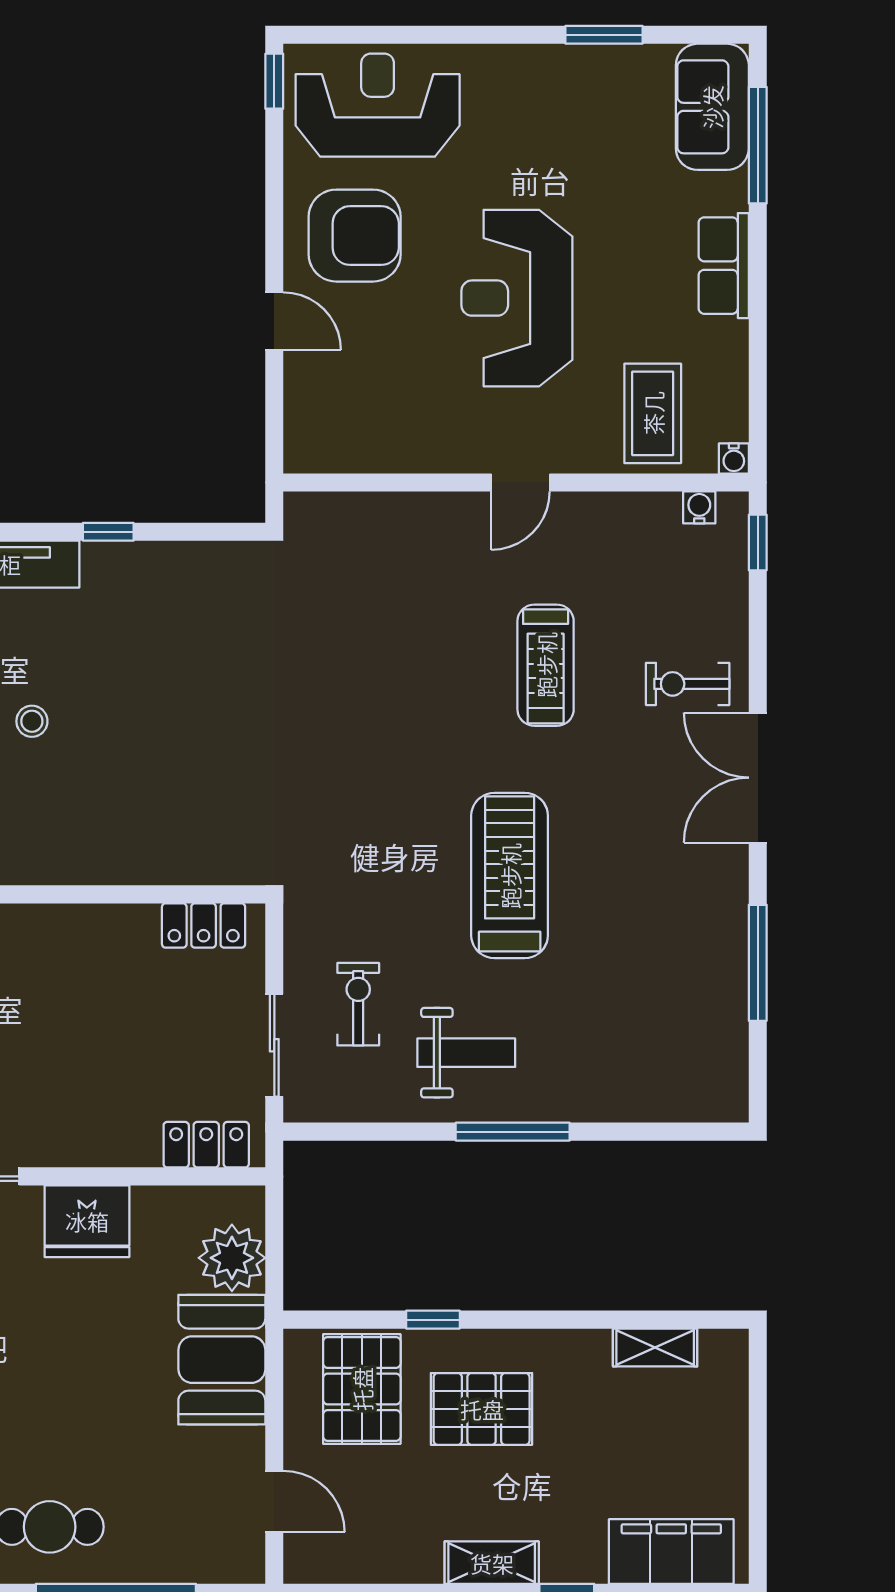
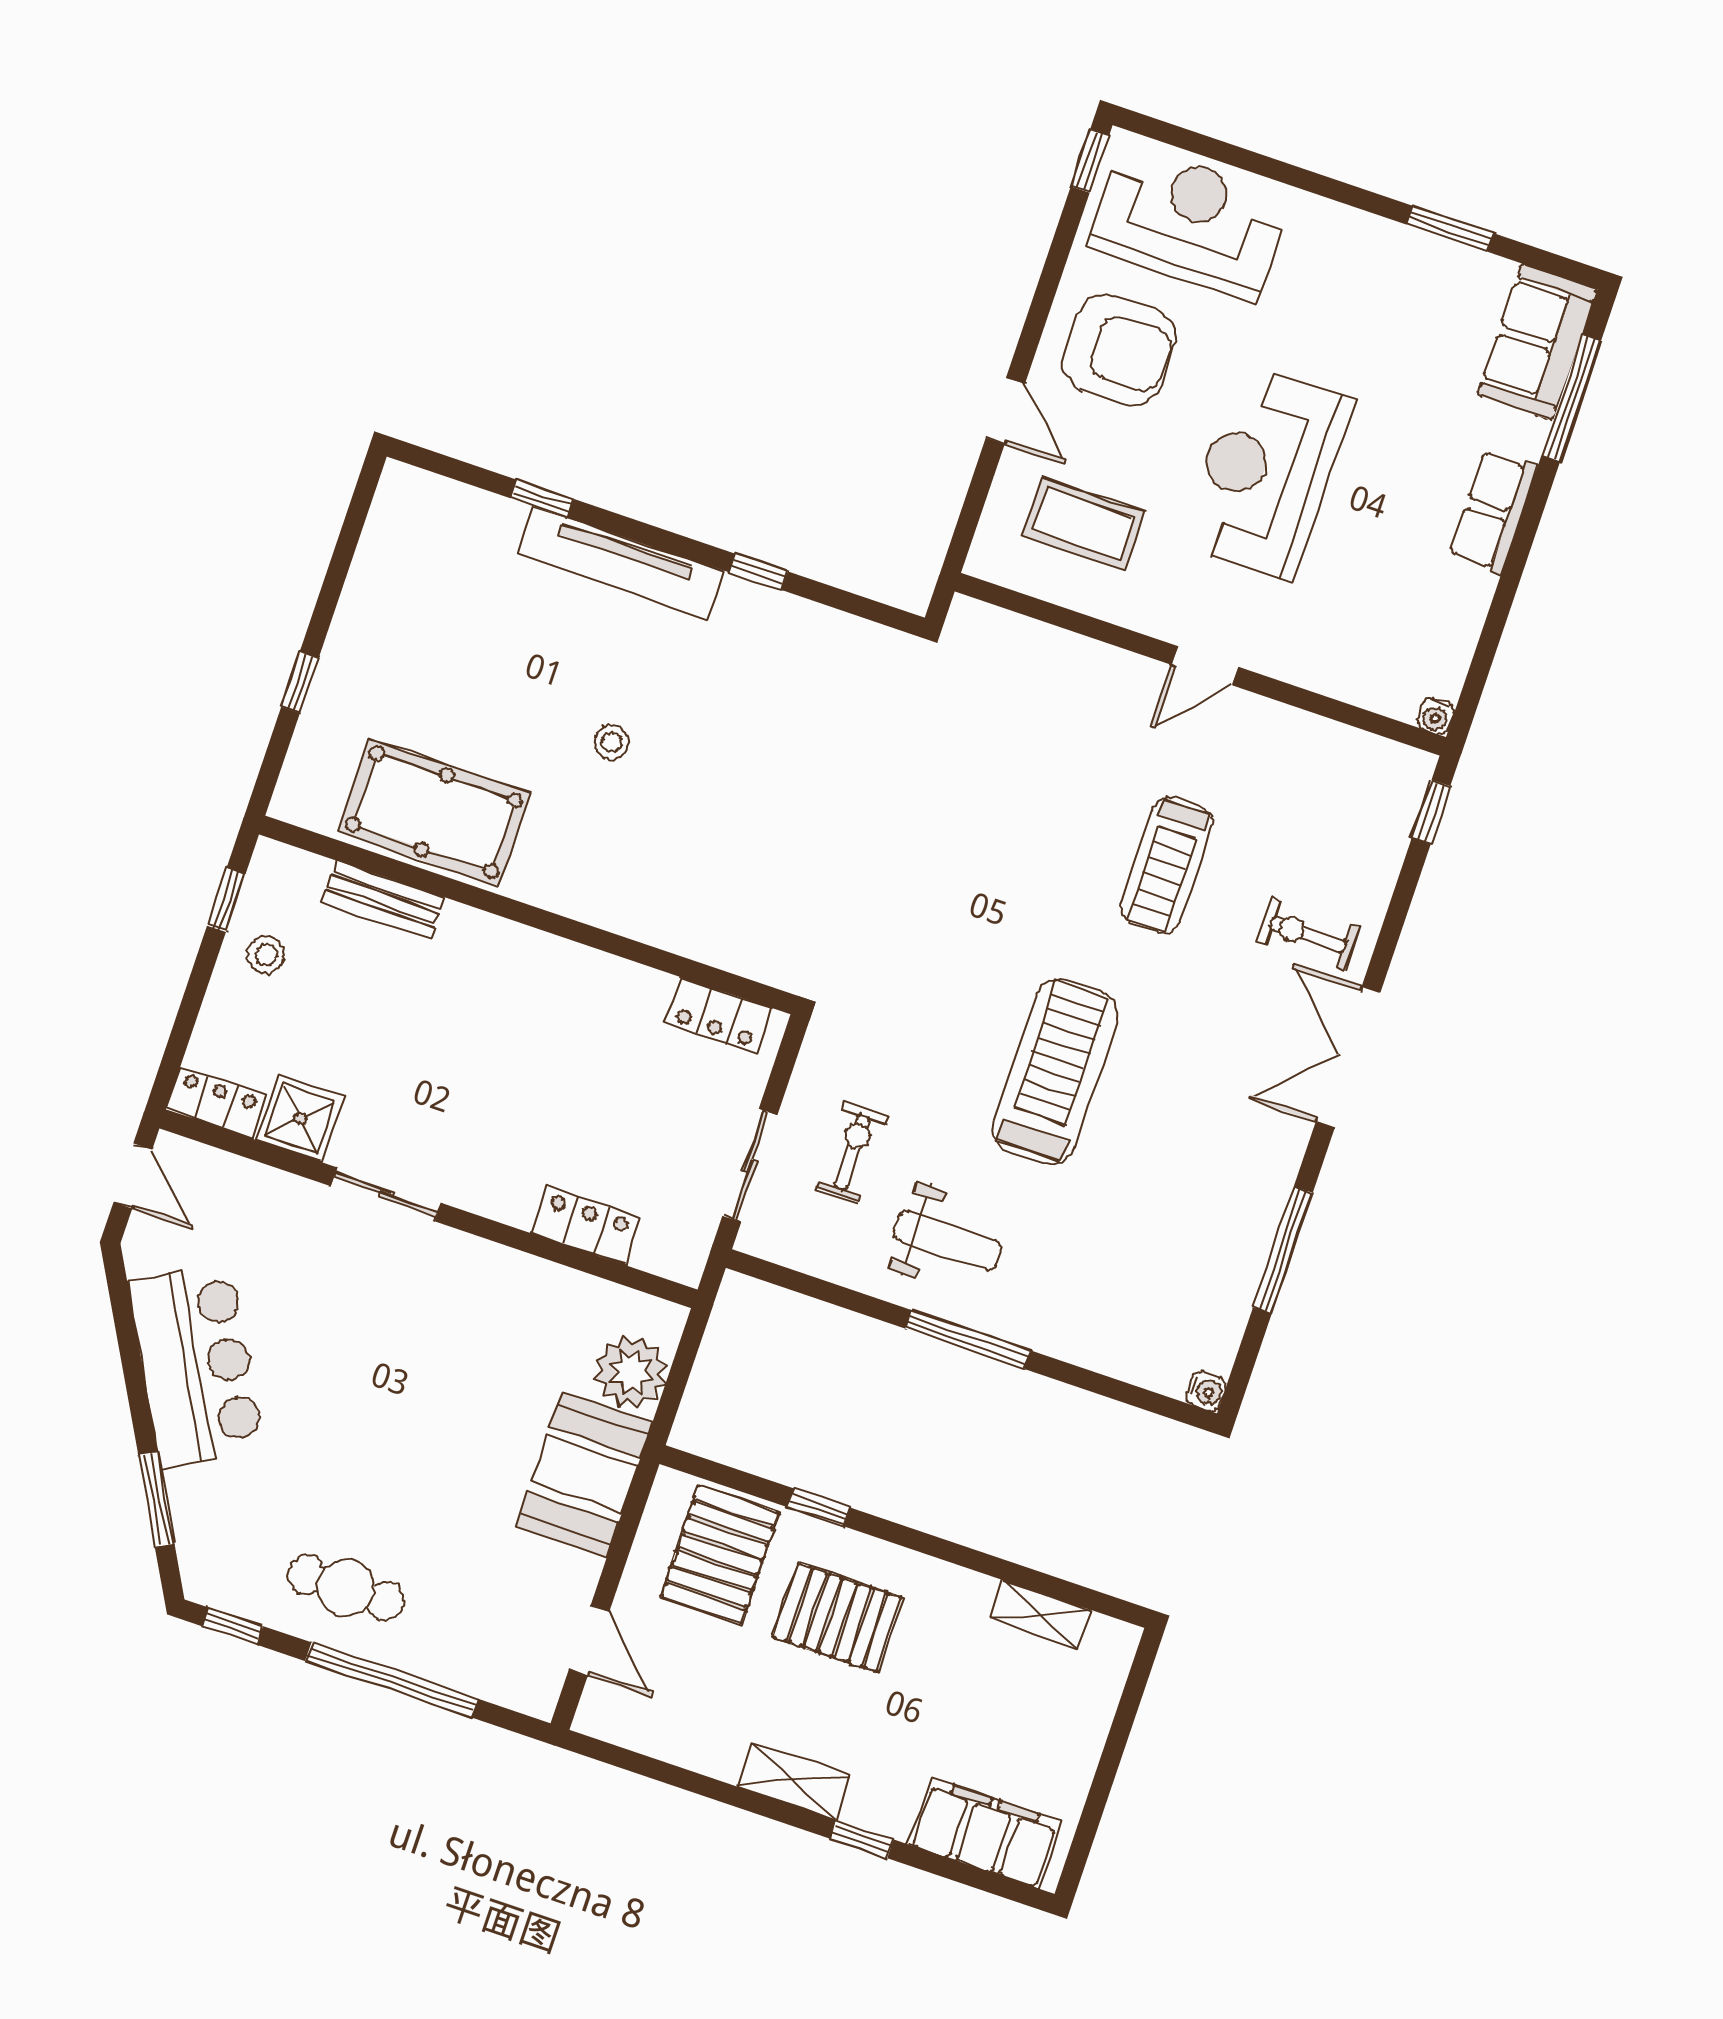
coffee table: (653, 413) -> (1083, 524), moved, turned 90
water cooler: (699, 507) -> (1206, 1391), moved, turned 90
locker: (206, 1145) -> (586, 1225), moved
fridge: (87, 1221) -> (493, 1283), removed

